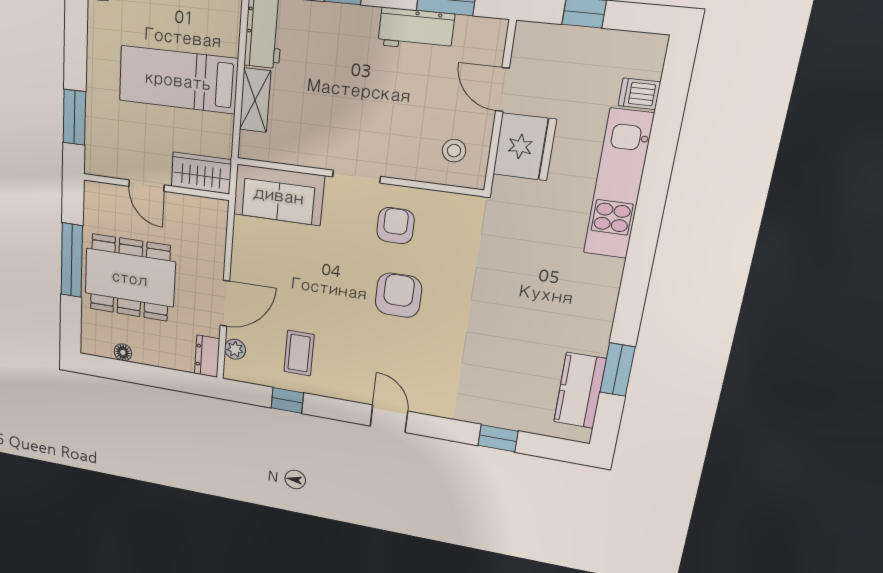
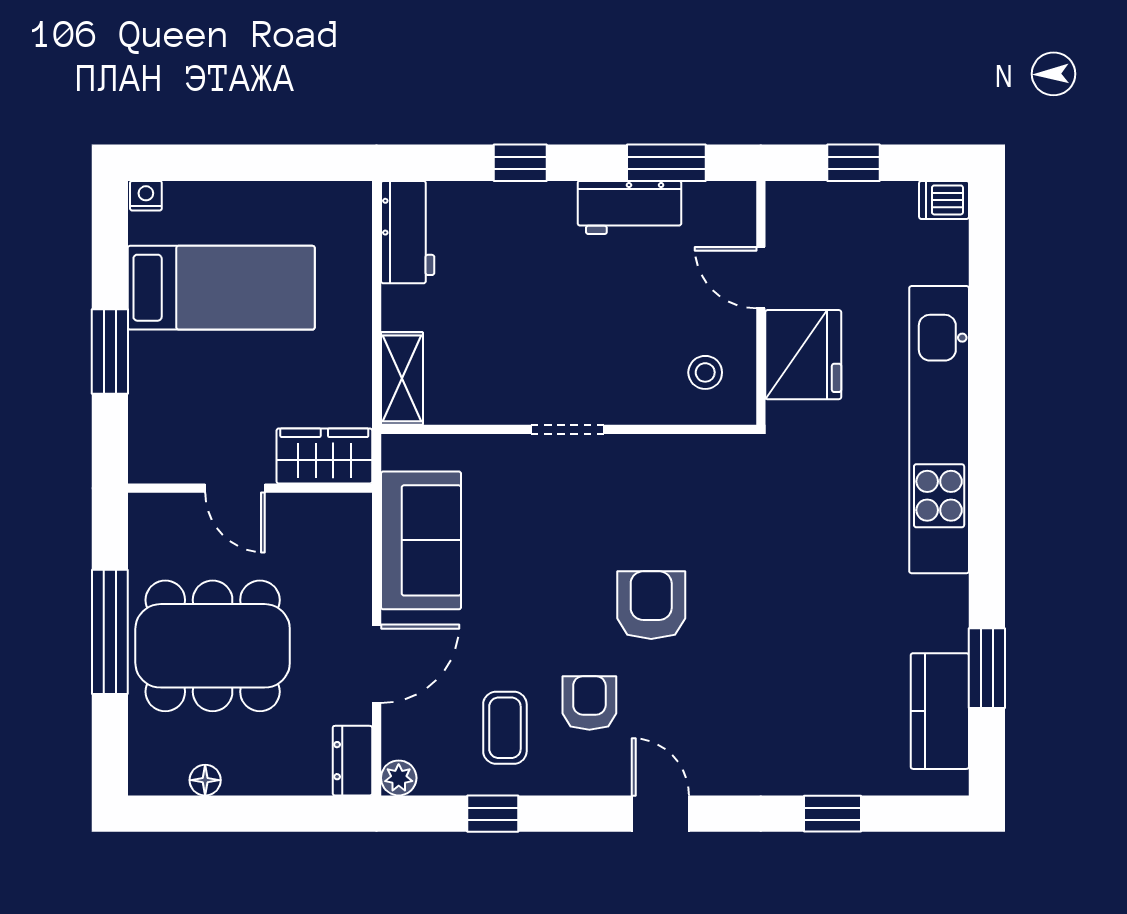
bed: (178, 80) -> (221, 288), moved, turned 180
dishwasher: (639, 94) -> (944, 200), moved
shelving: (255, 100) -> (402, 378), moved
window: (74, 117) -> (110, 352), moved
kitchen unit: (618, 184) -> (939, 430), width x1.36
sofa: (279, 195) -> (421, 540), moved, turned -90
armchair: (395, 226) -> (589, 703), moved
plant: (235, 349) -> (399, 778), moved

